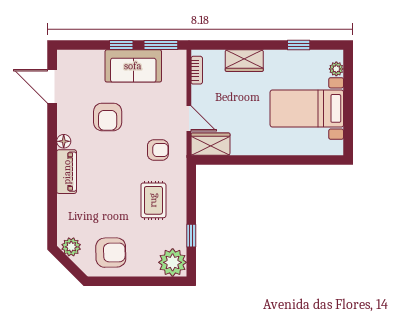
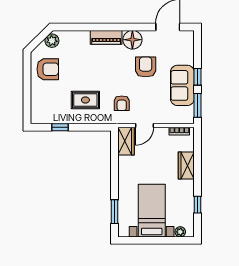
armchair: (108, 117) -> (146, 67), turned 90
floor lamp: (64, 141) -> (132, 40), width x1.89, depth x1.89
window: (308, 160) -> (115, 212), added
armchair: (111, 253) -> (48, 69), turned -89
plant: (173, 262) -> (41, 114), removed

